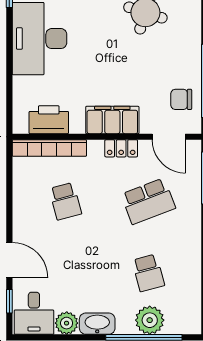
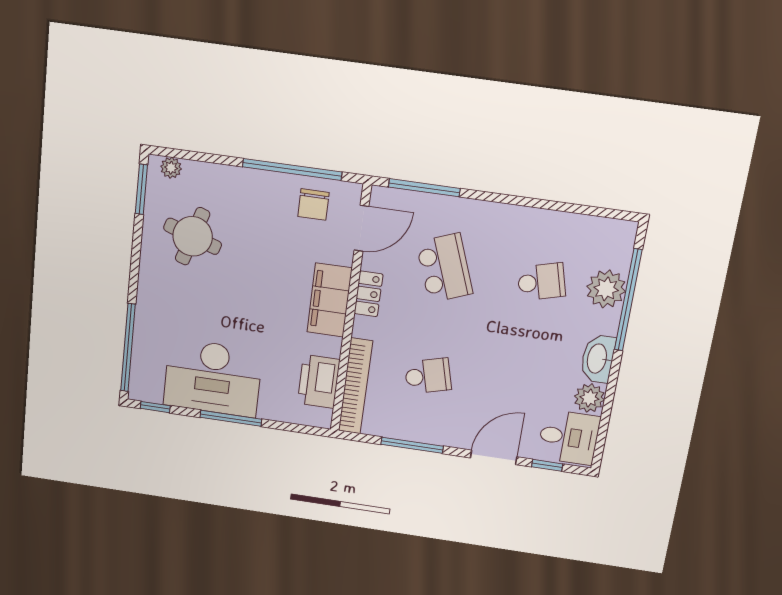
window: (9, 56) -> (231, 418), added
window: (9, 197) -> (412, 445), added

